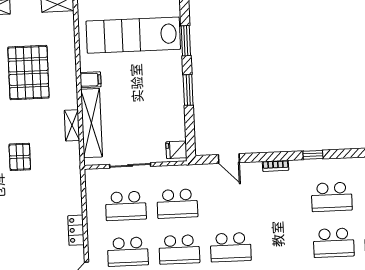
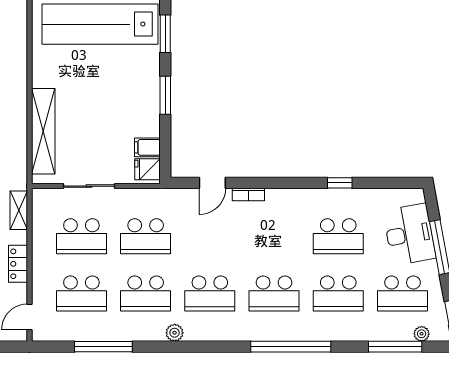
filing cabinet: (90, 80) -> (147, 147), moved, turned 180
shelving: (72, 125) -> (19, 210), moved
window: (313, 155) -> (340, 183), moved
door: (229, 159) -> (212, 183), hinge flipped
bookcase: (276, 166) -> (248, 195), moved
school desk: (282, 245) -> (274, 293), added

